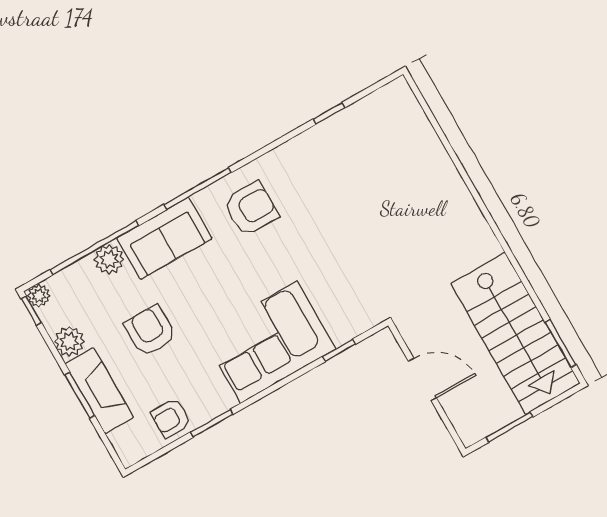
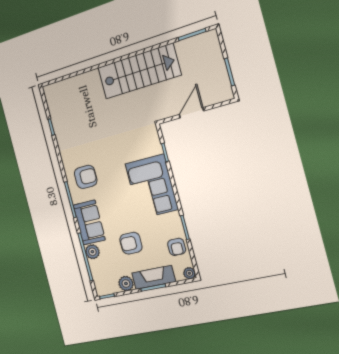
armchair: (251, 209) -> (86, 177), turned 90
plant: (39, 296) -> (189, 273), moved
stairs: (515, 333) -> (139, 71), moved

